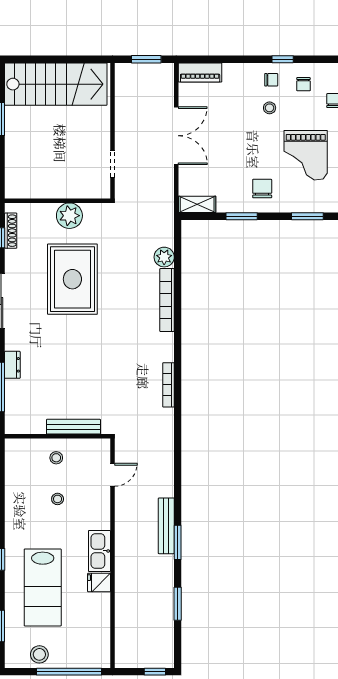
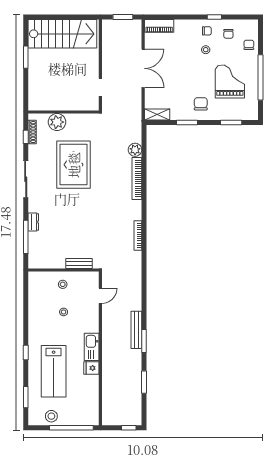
grand piano: (306, 155) -> (230, 81), turned 180
plant: (69, 216) -> (57, 122), moved
bench: (73, 427) -> (79, 264), width x0.73

